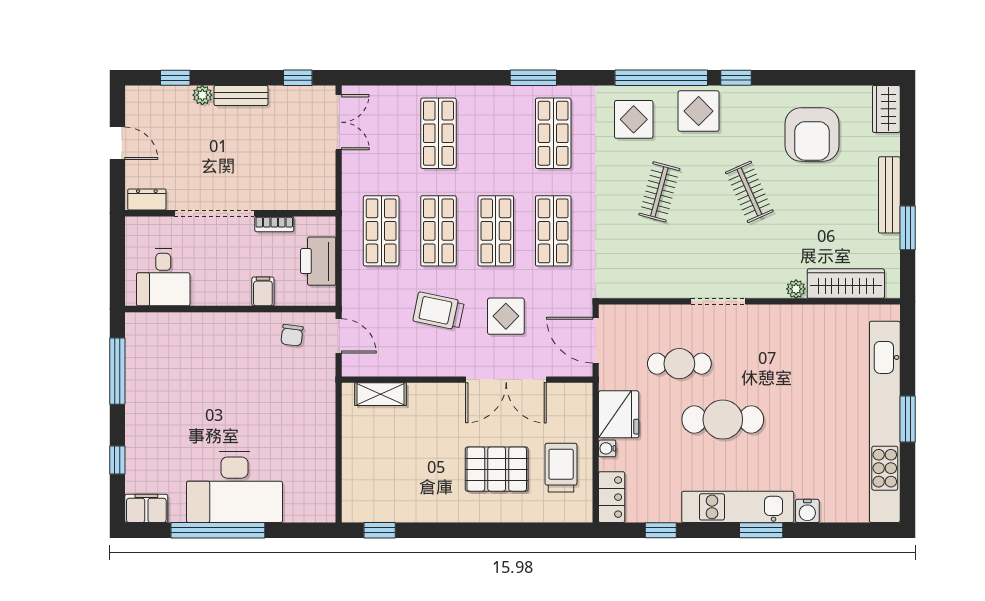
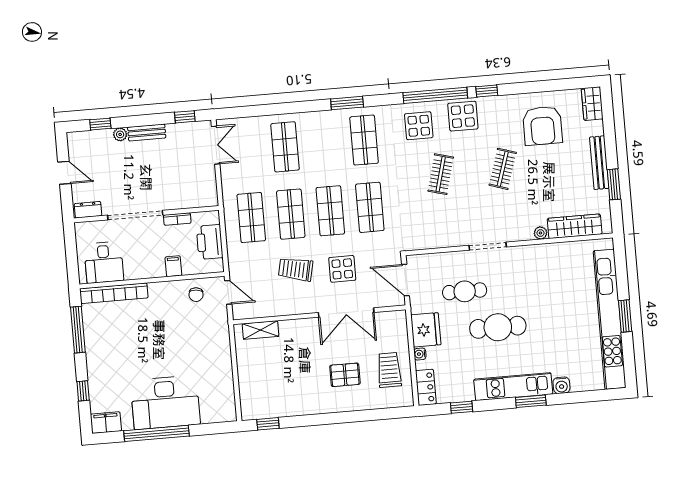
clothes rail: (749, 192) -> (503, 169), turned 42
bookcase: (174, 323) -> (114, 293), added
pallet: (497, 469) -> (345, 375), width x0.67, depth x0.71

